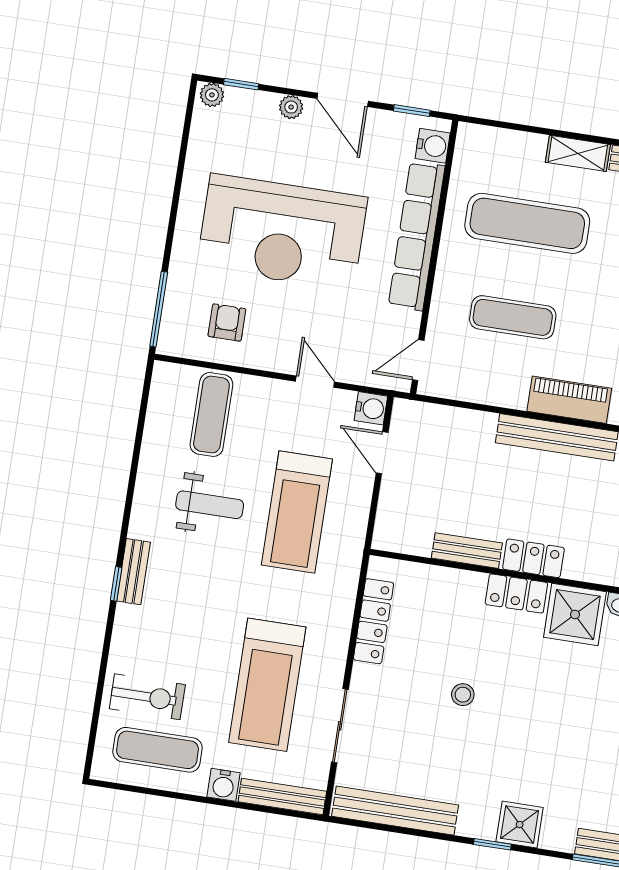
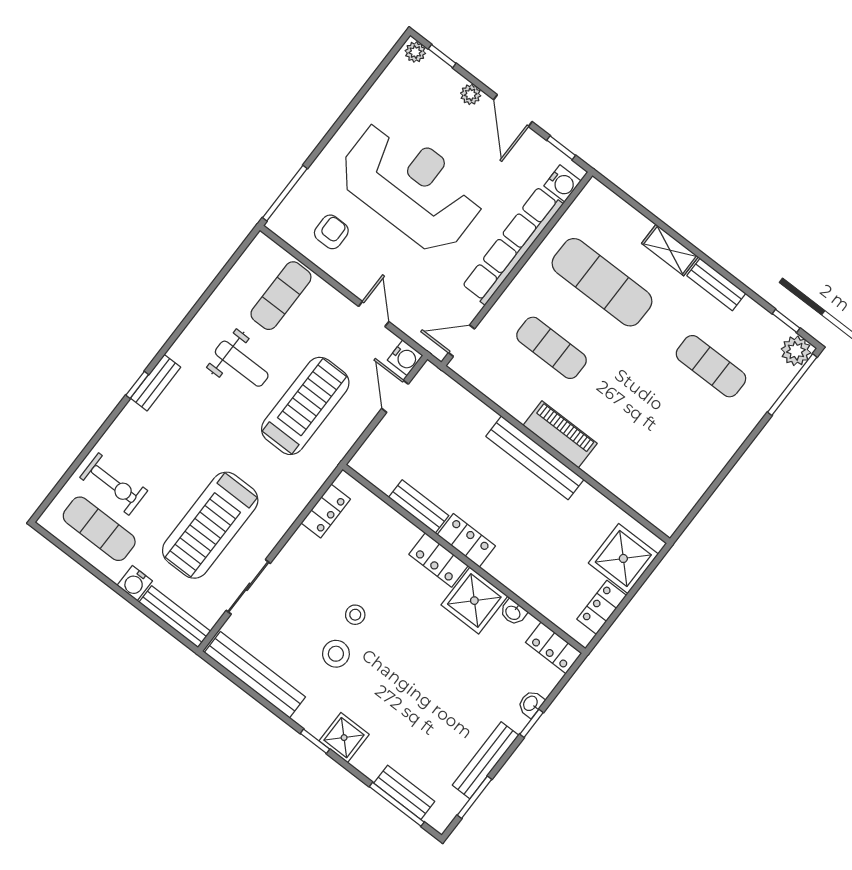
reception desk: (282, 232) -> (411, 186), turned 180
treadmill: (297, 512) -> (305, 406), turned 180
locker: (374, 621) -> (326, 511), width x0.66
stool: (465, 745) -> (336, 654), added

